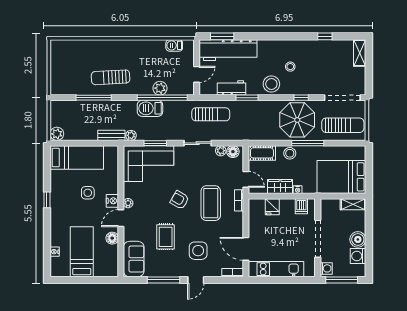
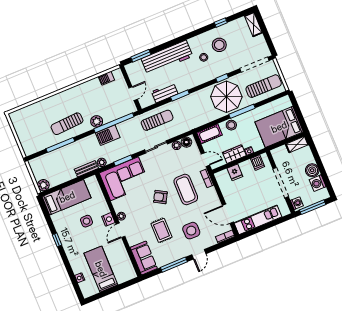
workbench: (228, 50) -> (167, 57), moved
stool: (271, 84) -> (219, 45), moved
plant: (160, 88) -> (97, 121), moved
floor lamp: (112, 238) -> (120, 249), removed

